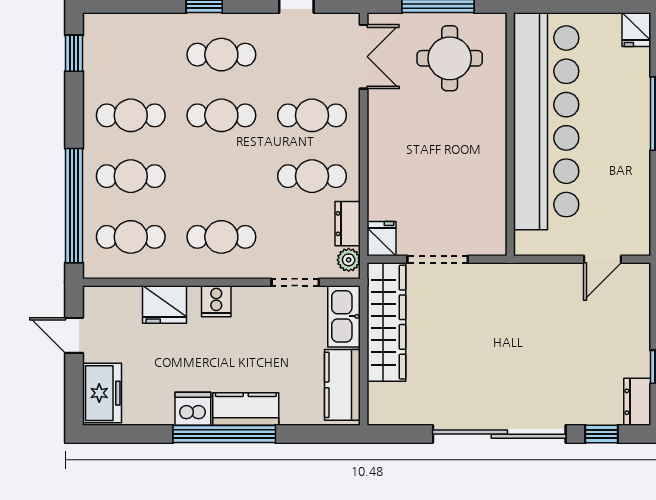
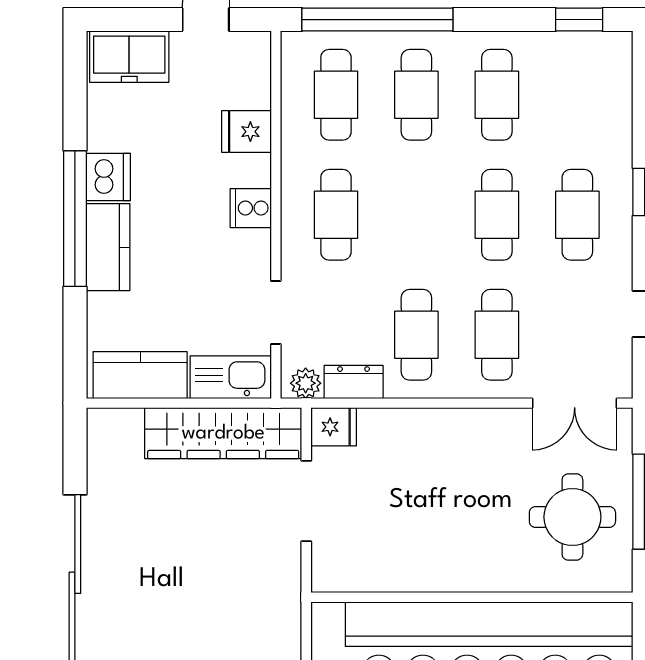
fridge: (165, 304) -> (246, 132), width x0.72

